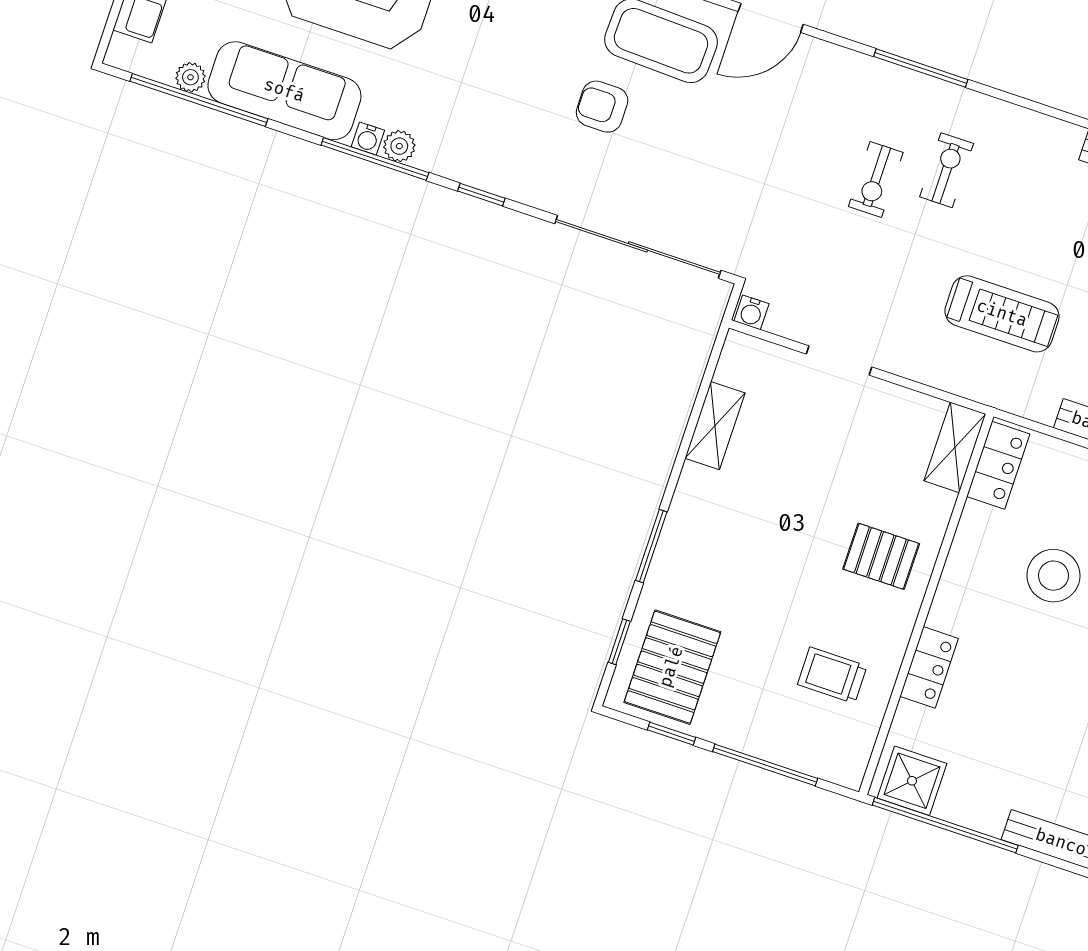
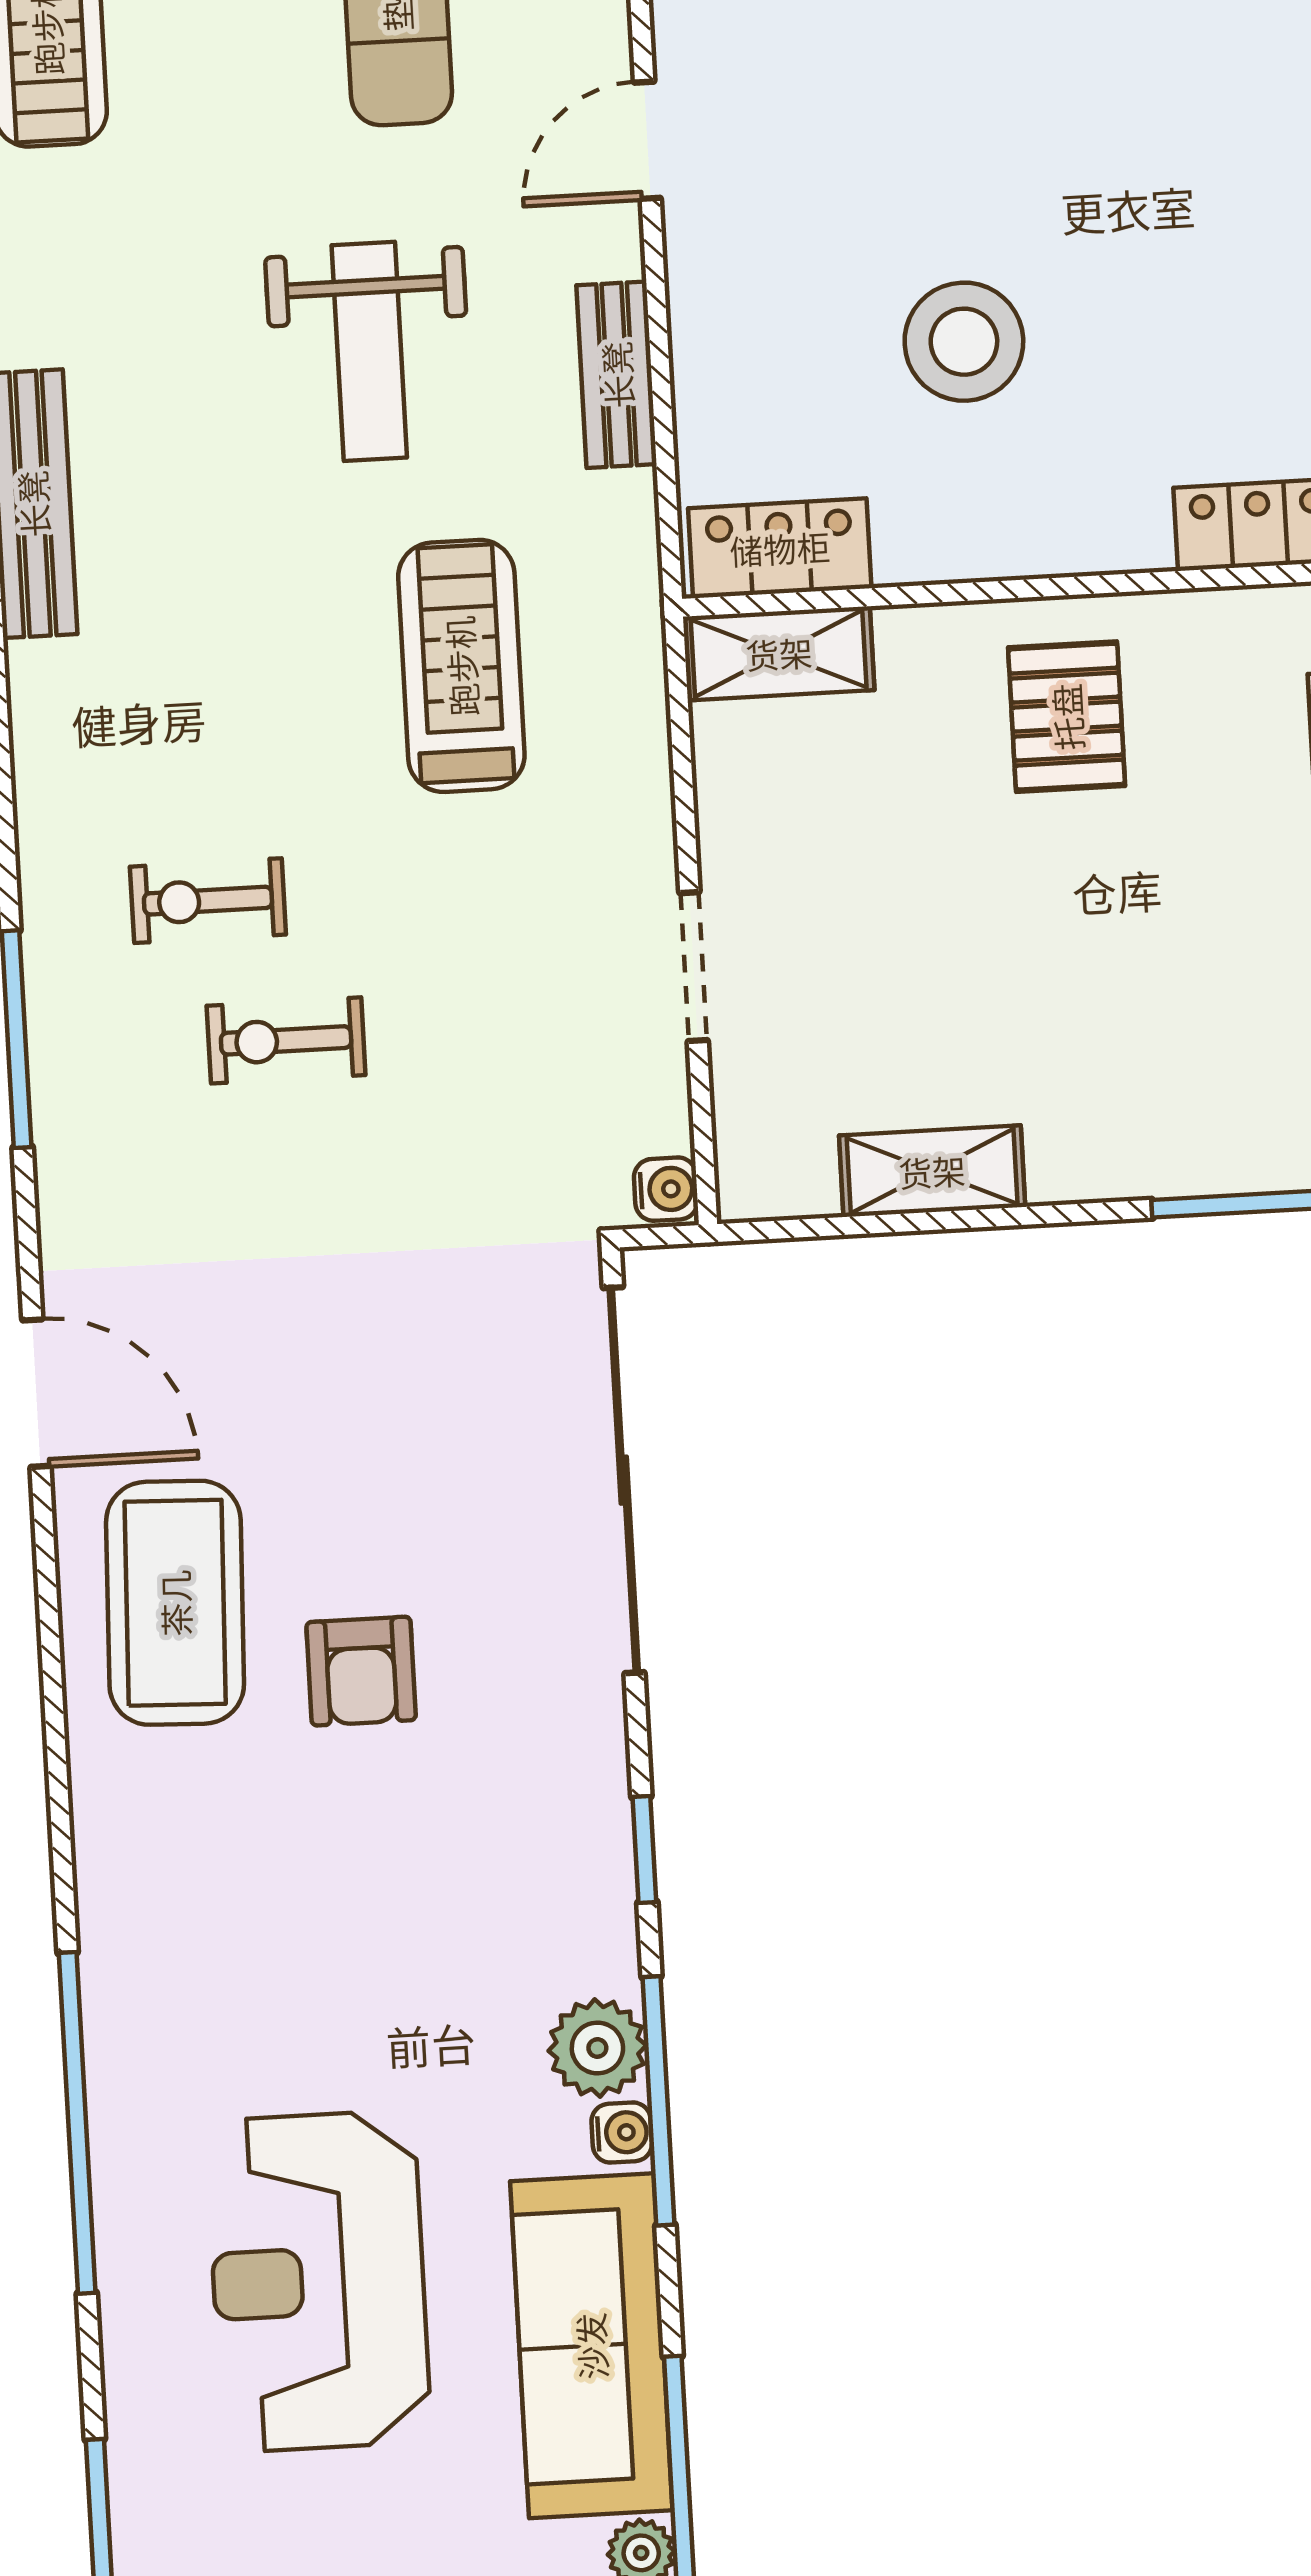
plant: (399, 146) -> (597, 2048), width x1.38, depth x1.38
exercise bike: (876, 179) -> (286, 1040), turned 180

